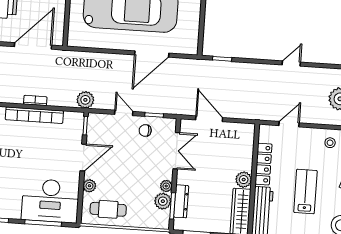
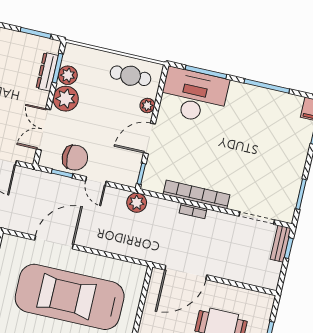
chair: (145, 130) -> (75, 158), width x1.87, depth x1.87
plant: (166, 186) -> (66, 99), width x1.87, depth x1.87

